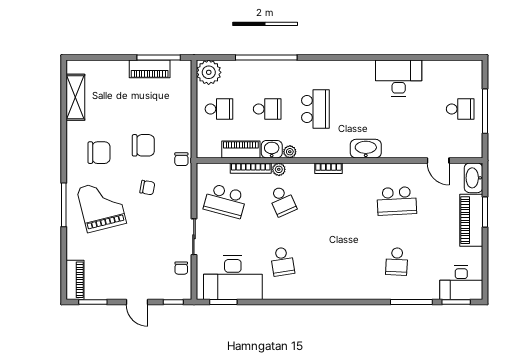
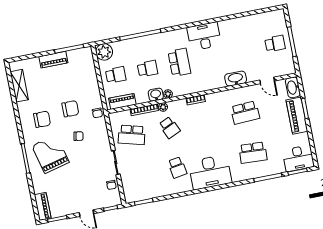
piano: (150, 69) -> (53, 60), moved
desk: (399, 78) -> (204, 36), moved
washbasin: (366, 149) -> (236, 79), moved
piano: (241, 150) -> (122, 101), moved
school desk: (397, 261) -> (253, 153), width x1.85
desk: (233, 278) -> (210, 172), moved

